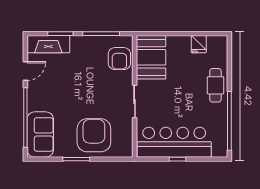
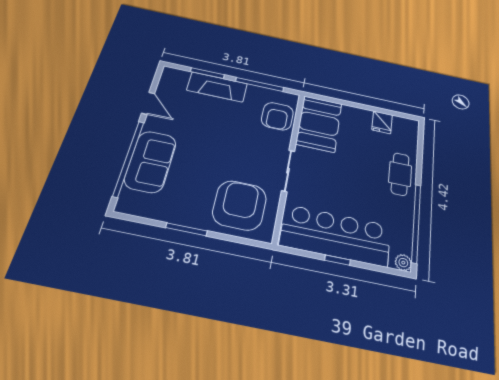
fireplace: (48, 44) -> (217, 87), moved
door: (25, 71) -> (148, 103), hinge flipped
sofa: (40, 134) -> (151, 162), moved
armchair: (94, 135) -> (240, 205), moved
plant: (222, 152) -> (403, 263), added

